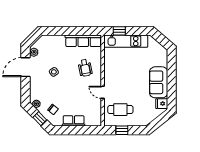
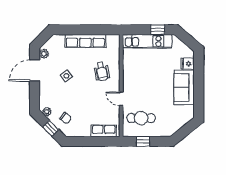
window: (119, 31) -> (158, 30), moved
row of seats: (83, 41) -> (85, 41), moved
fridge: (162, 104) -> (188, 64), moved
row of seats: (74, 121) -> (104, 131), moved

